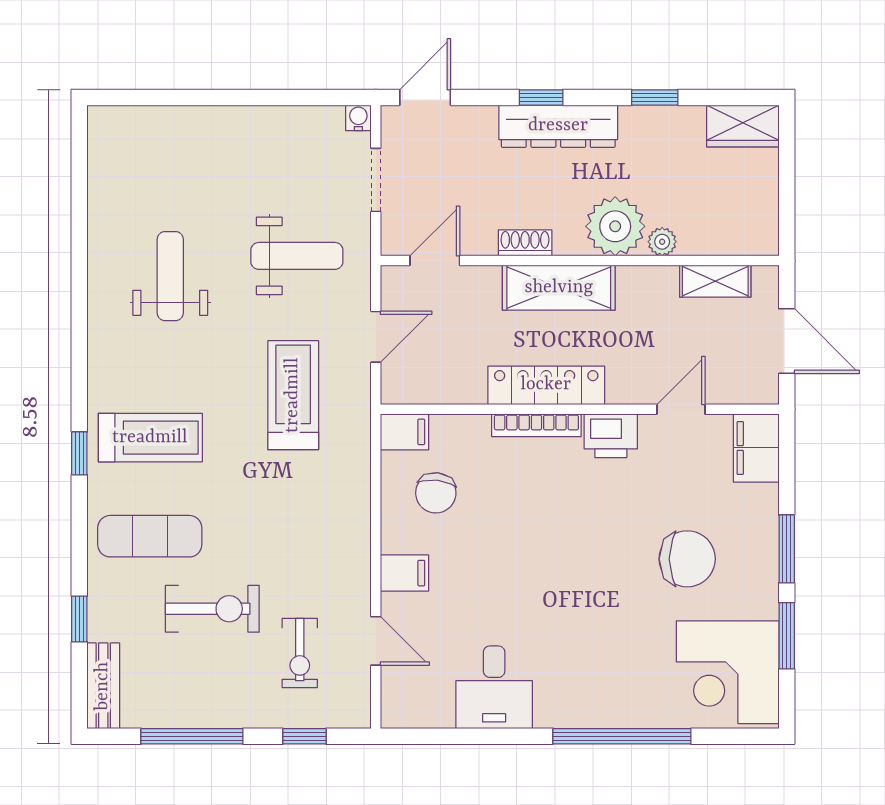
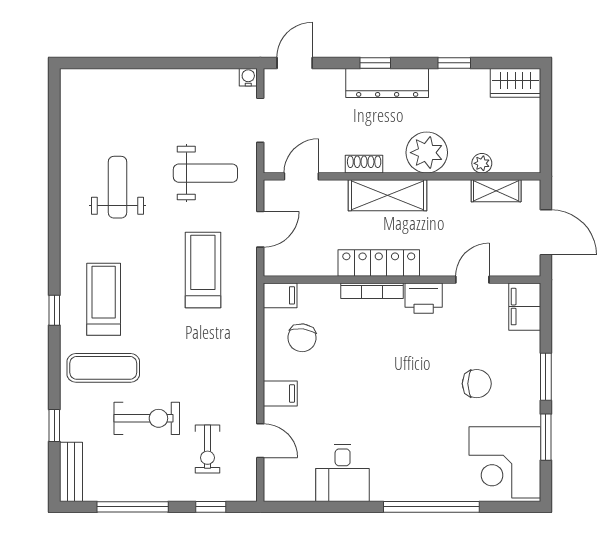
plant: (662, 242) -> (482, 163), moved
treadmill: (150, 438) -> (104, 299), turned -90
chair: (687, 559) -> (477, 384), width x0.73, depth x0.73

